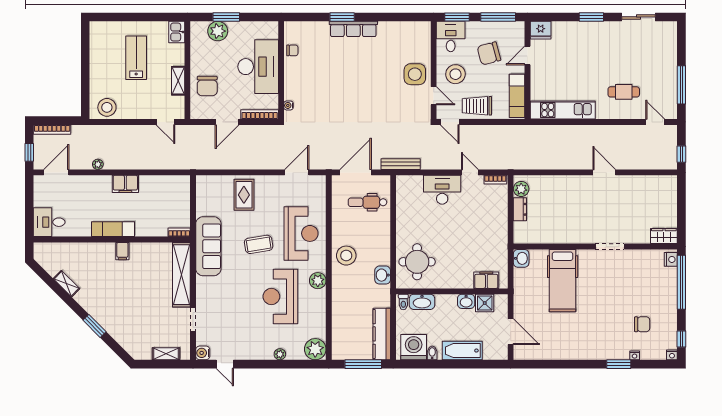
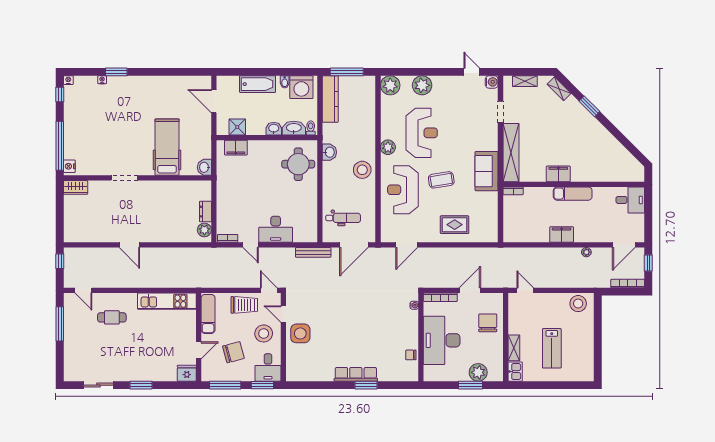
shelving: (178, 81) -> (514, 348), moved
rug: (244, 195) -> (455, 225), turned 90
sofa: (208, 246) -> (487, 171), width x0.73
filing cabinet: (122, 251) -> (558, 174), width x2.00
shelving: (66, 284) -> (559, 89), moved
washbasin: (466, 301) -> (274, 129), moved
chair: (642, 324) -> (95, 108), removed
plant: (280, 354) -> (422, 85), width x1.88, depth x1.88

